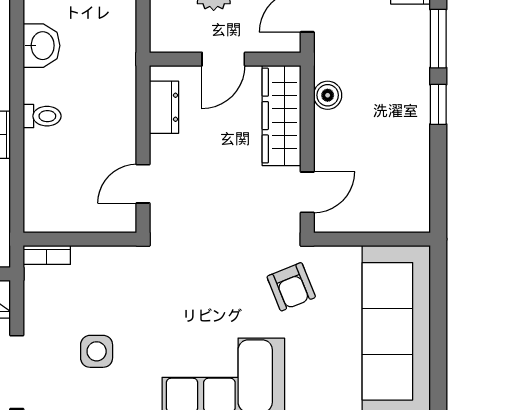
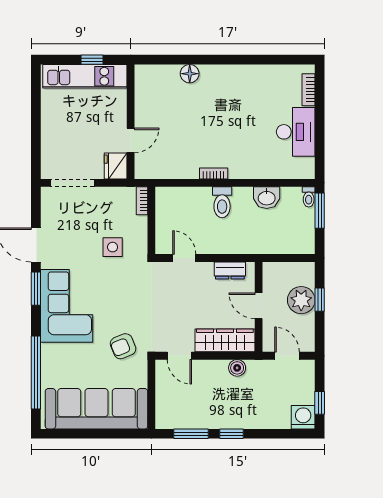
window: (438, 39) -> (191, 434), moved
toilet: (42, 116) -> (222, 202), width x1.37, depth x1.39
side table: (97, 351) -> (113, 247), moved

